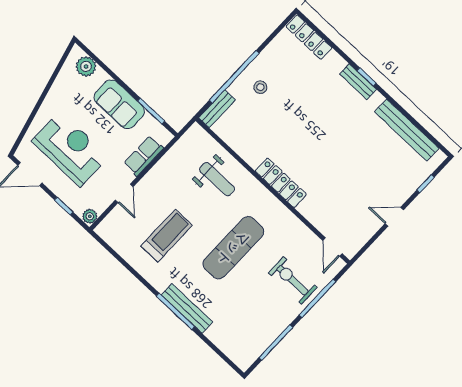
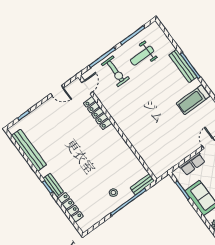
locker: (309, 37) -> (70, 207), moved
weight bench: (217, 179) -> (142, 56), moved, turned -90
locker: (281, 183) -> (98, 113), moved
door: (394, 217) -> (57, 91), moved
treadmill: (167, 236) -> (193, 100), moved
exercise mat: (233, 248) -> (148, 98), removed

